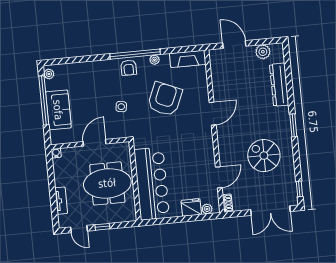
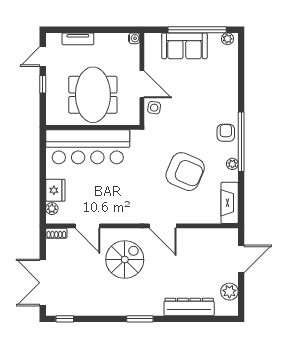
armchair: (129, 68) -> (226, 133), turned 90
side table: (121, 107) -> (154, 108), moved
spiral stairs: (264, 156) -> (125, 260), moved

